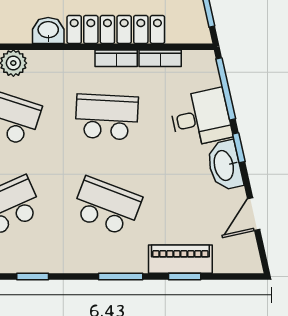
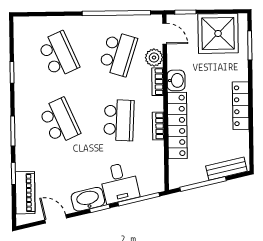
bookcase: (160, 58) -> (158, 82), moved
school desk: (107, 206) -> (59, 121), turned -45
piano: (180, 259) -> (25, 193), moved

